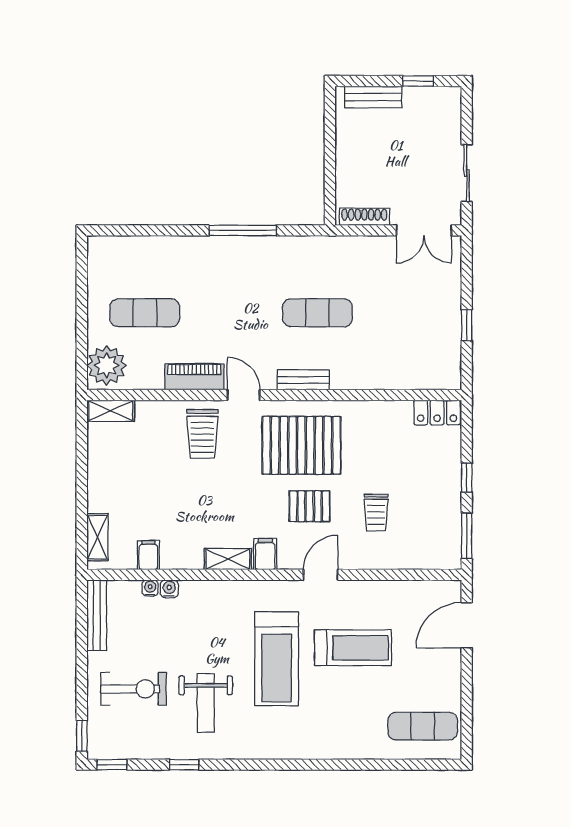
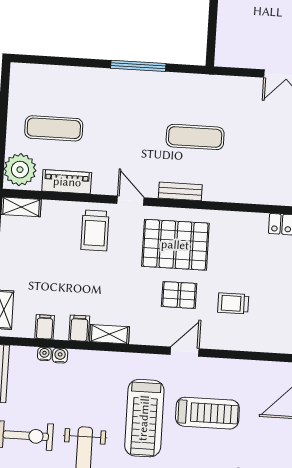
shoe rack: (364, 217) -> (238, 61), removed
piano: (194, 377) -> (67, 182), moved
trolley: (376, 512) -> (233, 303), turned 90
filing cabinet: (265, 554) -> (79, 328), moved

